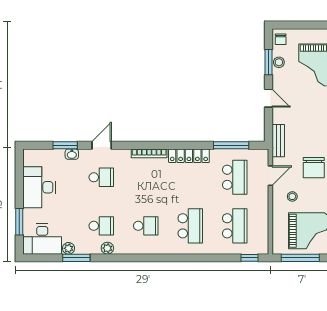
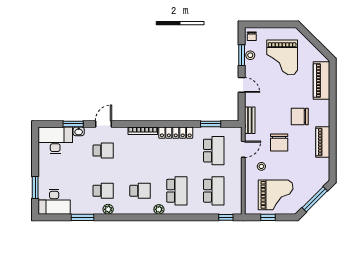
window: (231, 145) -> (211, 124), width x0.69
desk: (39, 187) -> (55, 140), moved, turned 90
plant: (69, 248) -> (159, 209), moved
window: (300, 258) -> (268, 217), width x0.46

